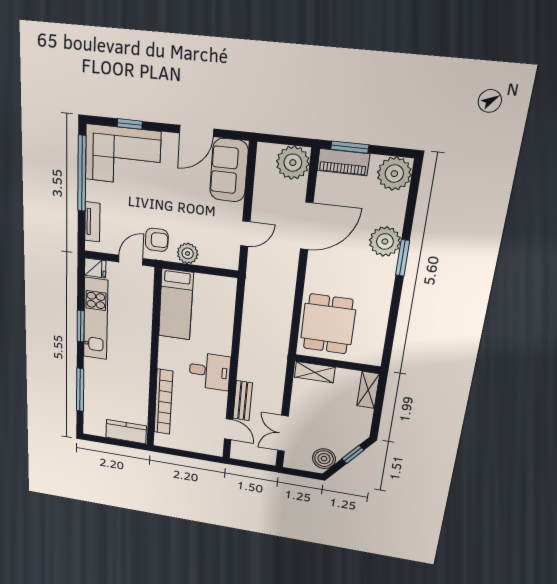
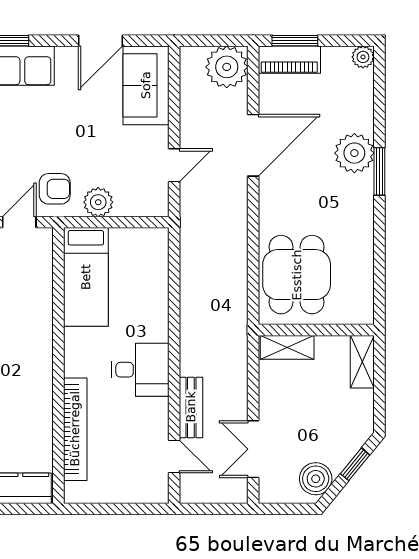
plant: (394, 174) -> (363, 57), width x0.53, depth x0.53

